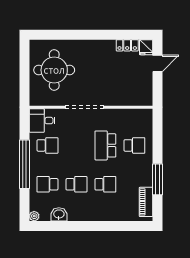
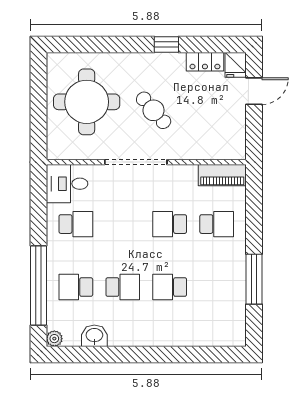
window: (103, 35) -> (166, 45), added
cafe table: (95, 75) -> (154, 110), added
school desk: (105, 145) -> (170, 224), width x0.54
window: (24, 164) -> (38, 286), moved
school desk: (105, 184) -> (170, 287), turned 180
piano: (146, 202) -> (222, 175), moved, turned -90

